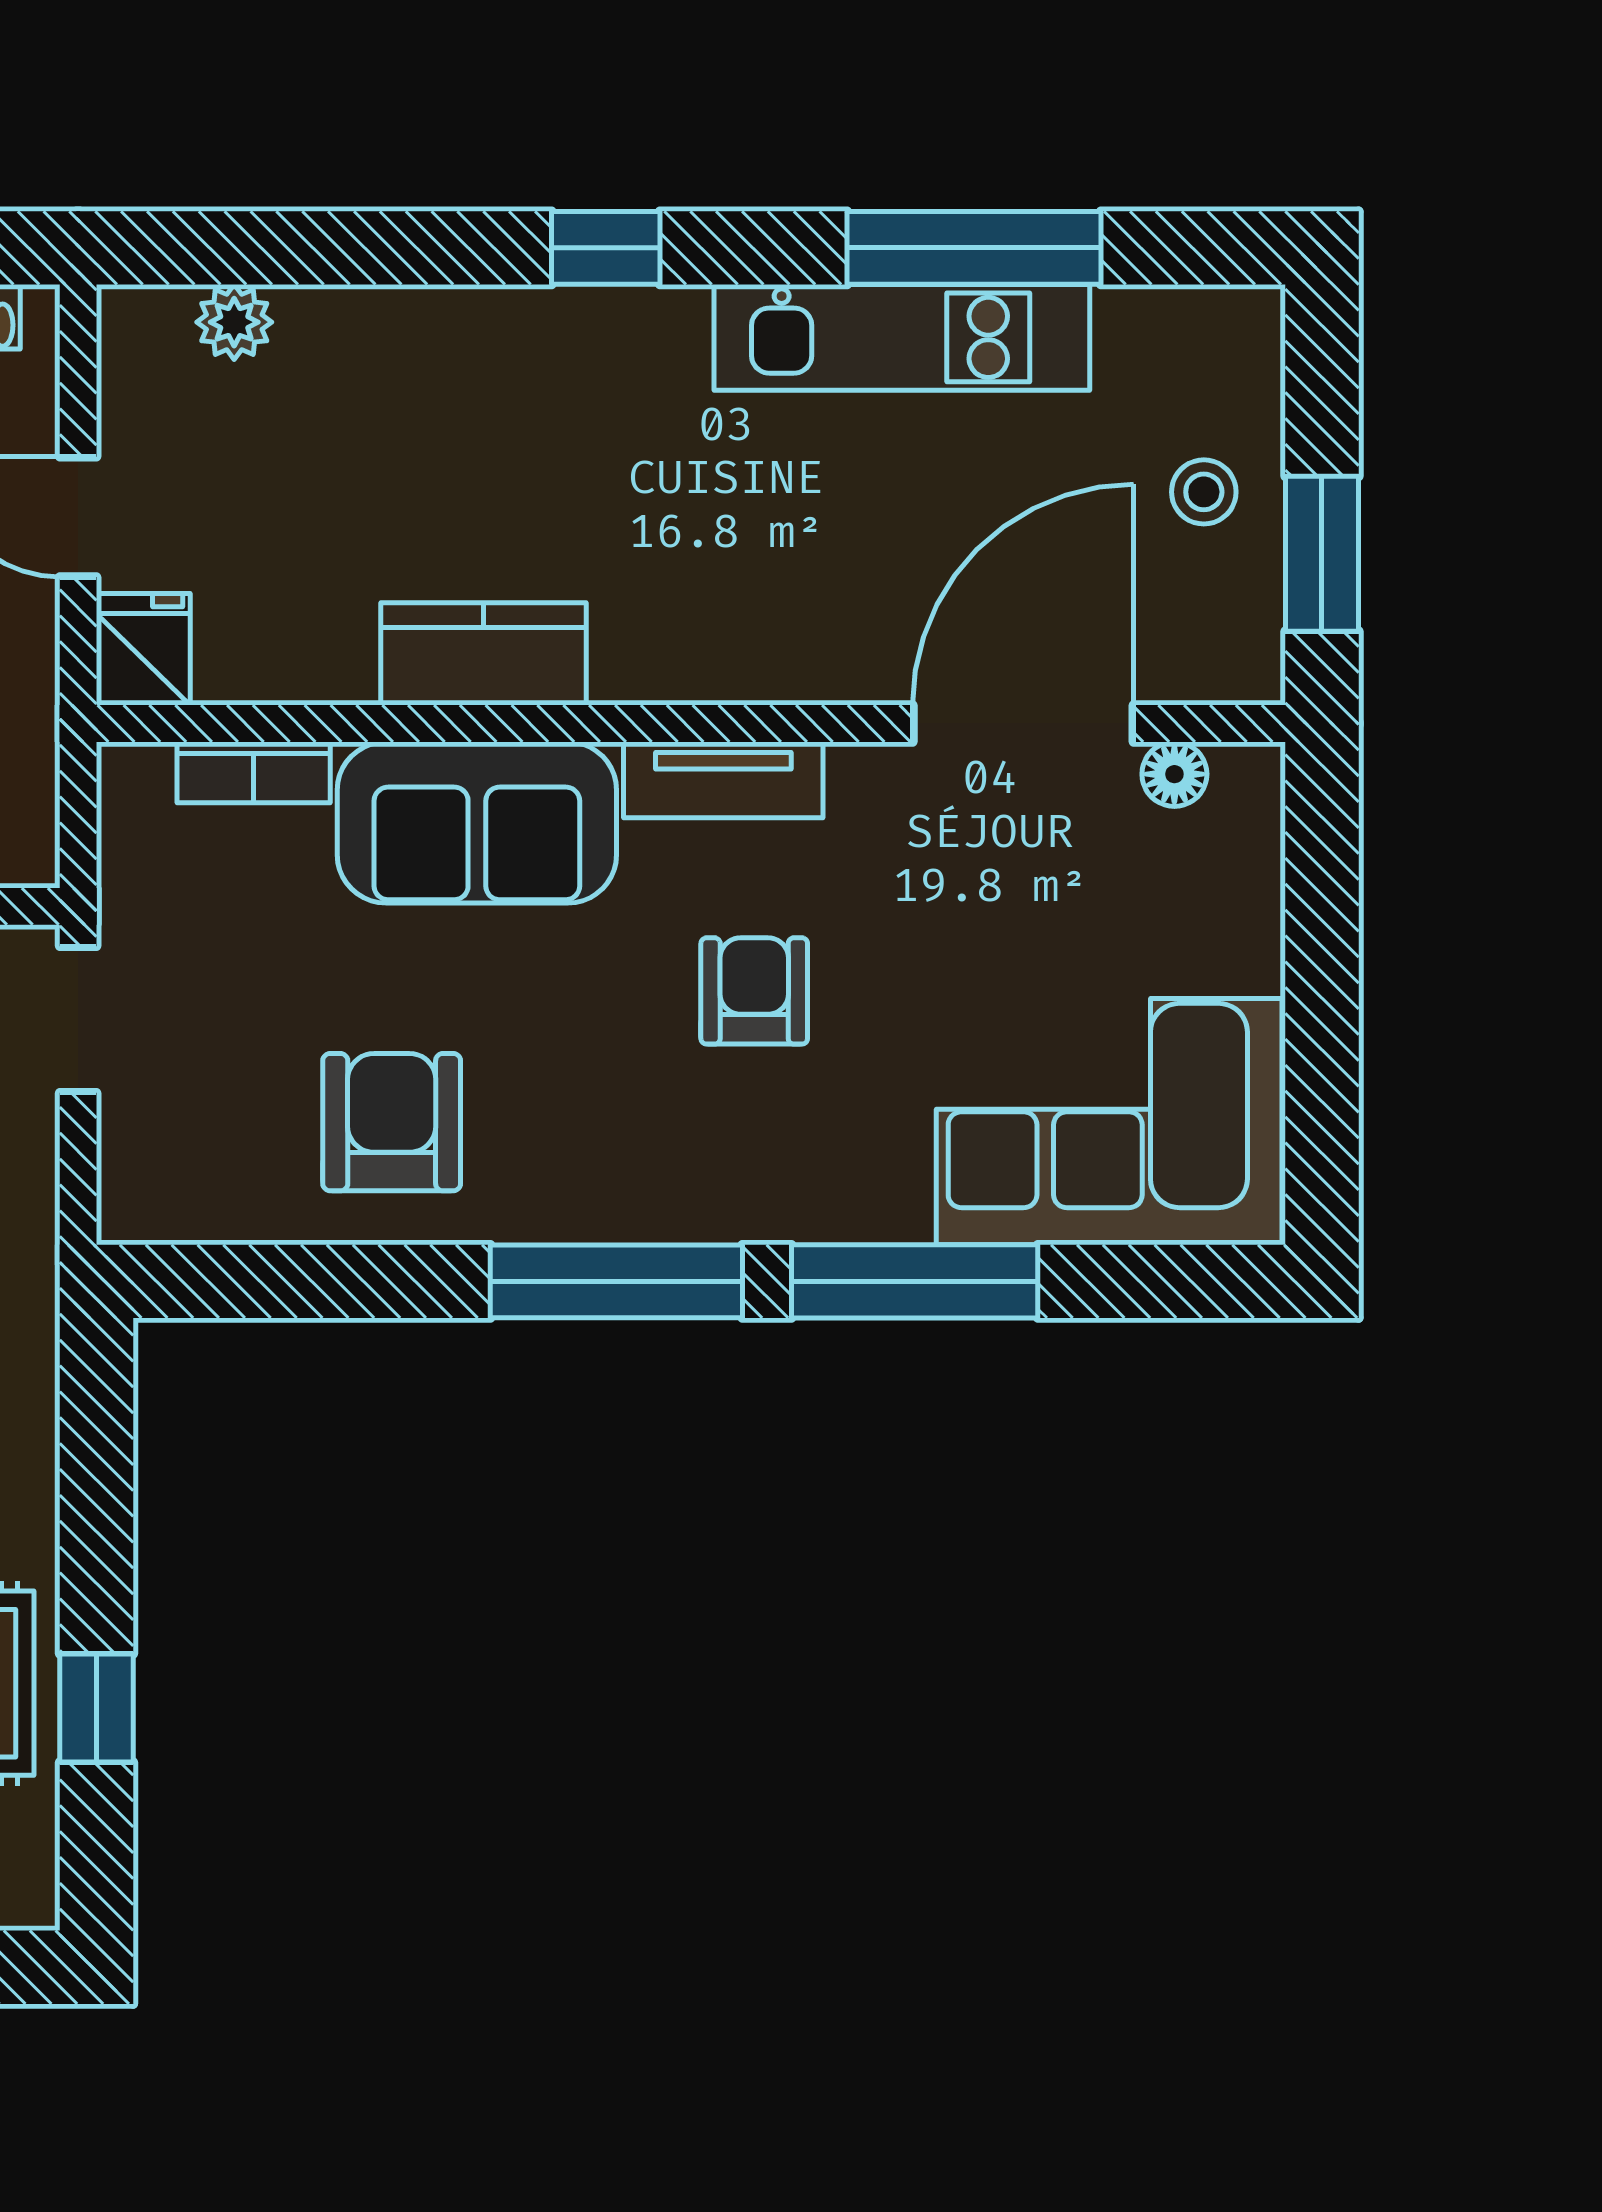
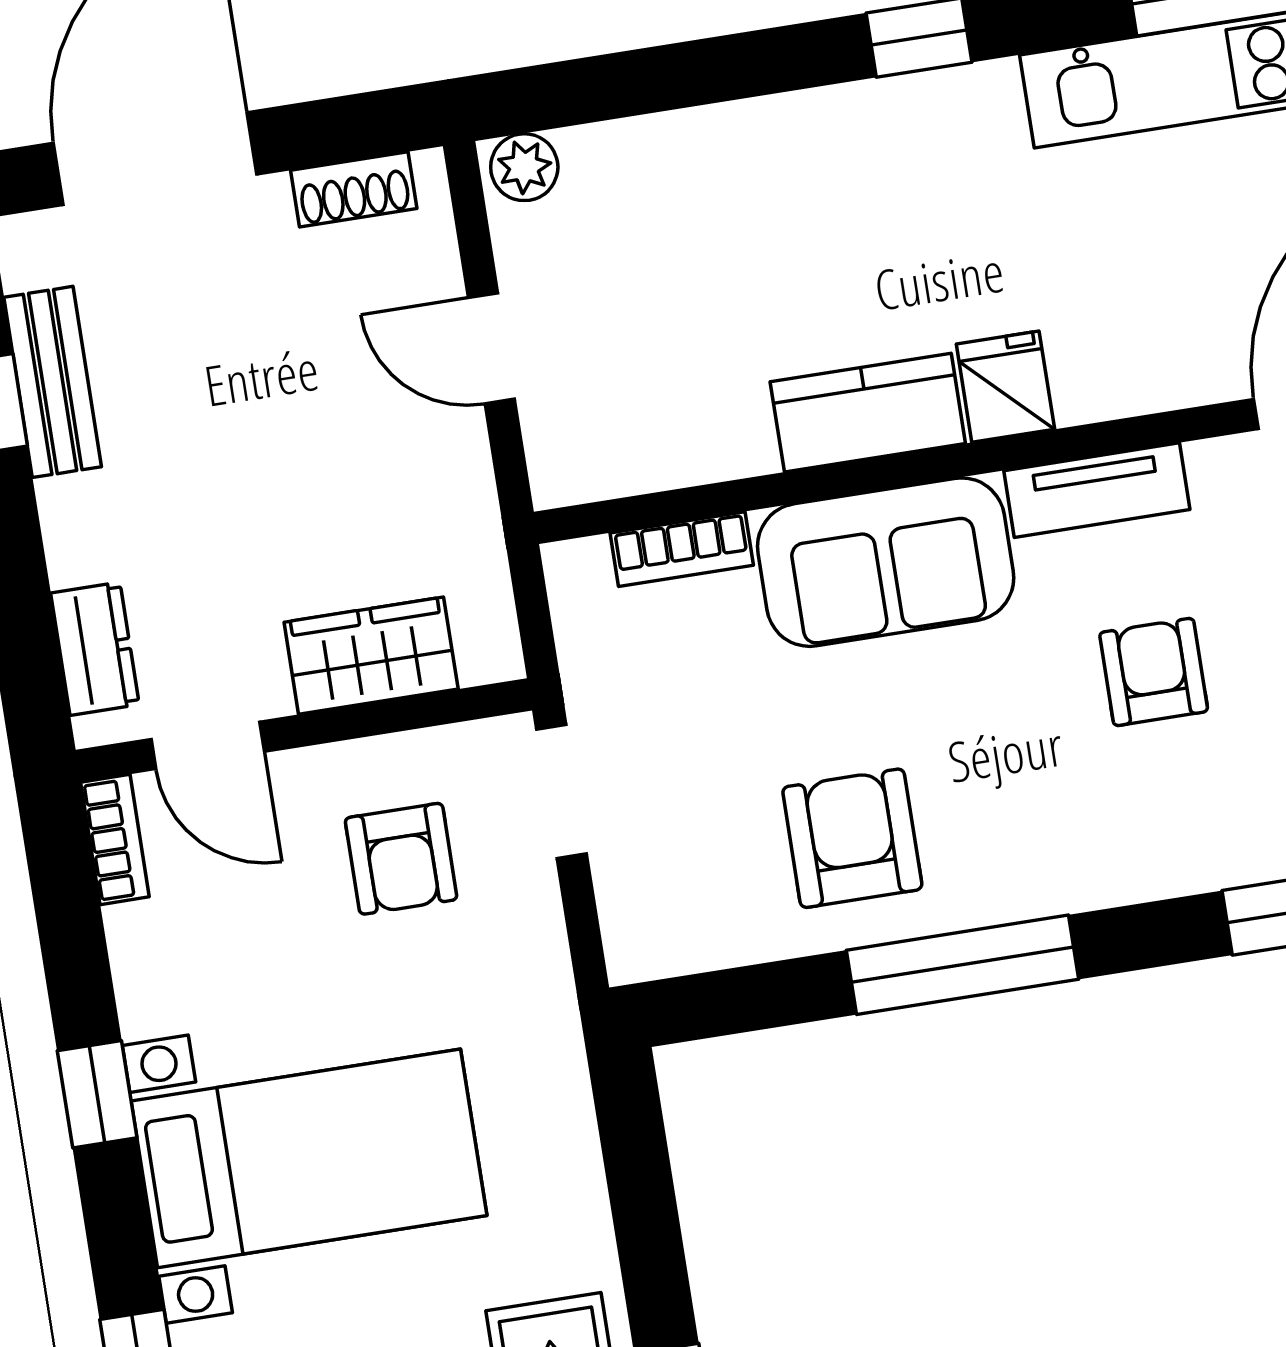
plant: (234, 322) -> (524, 167), moved
fridge: (143, 649) -> (1005, 387), moved
window: (616, 1281) -> (962, 965), moved

